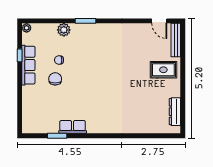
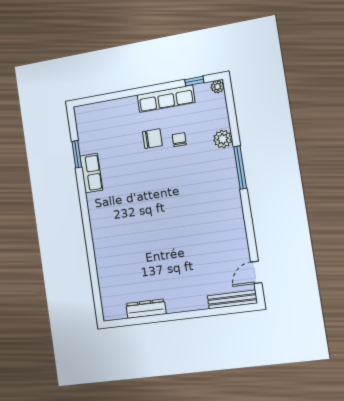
window: (85, 21) -> (240, 167), width x1.44
window: (20, 55) -> (194, 81), moved
rug: (163, 70) -> (187, 287), removed
dresser: (175, 112) -> (146, 309), moved

